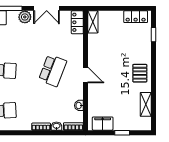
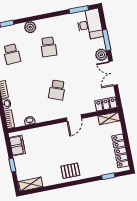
locker: (136, 17) -> (120, 151), width x1.53
school desk: (53, 71) -> (57, 90), width x0.54
door: (85, 75) -> (74, 118), moved
shelving: (146, 104) -> (31, 184), moved

